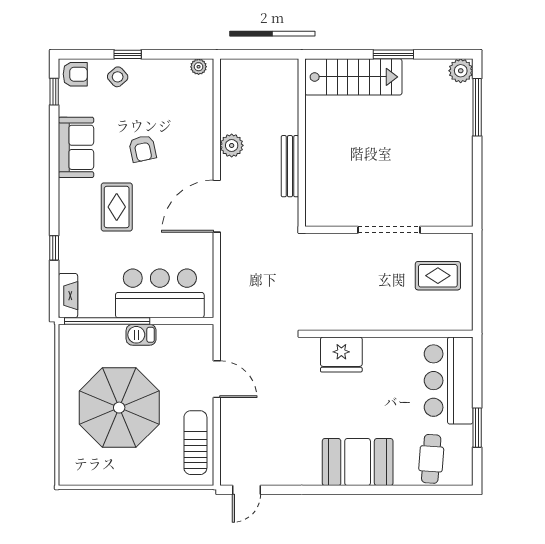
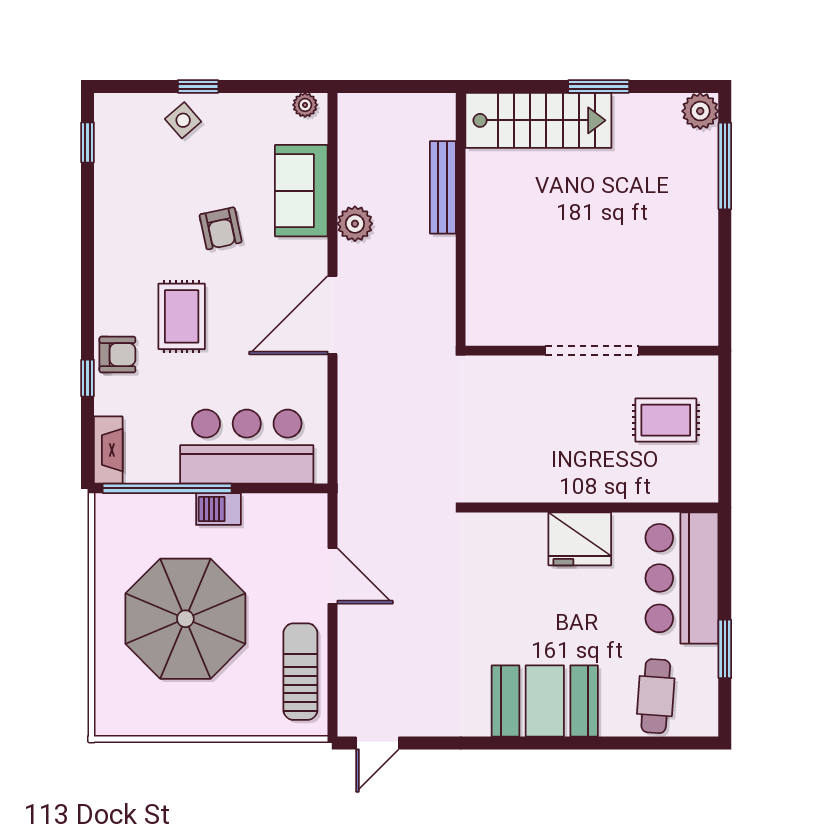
armchair: (75, 74) -> (117, 355), moved
sofa: (76, 147) -> (301, 191), moved, turned 180
bench: (290, 166) -> (443, 187), moved
fridge: (341, 355) -> (580, 539), moved

